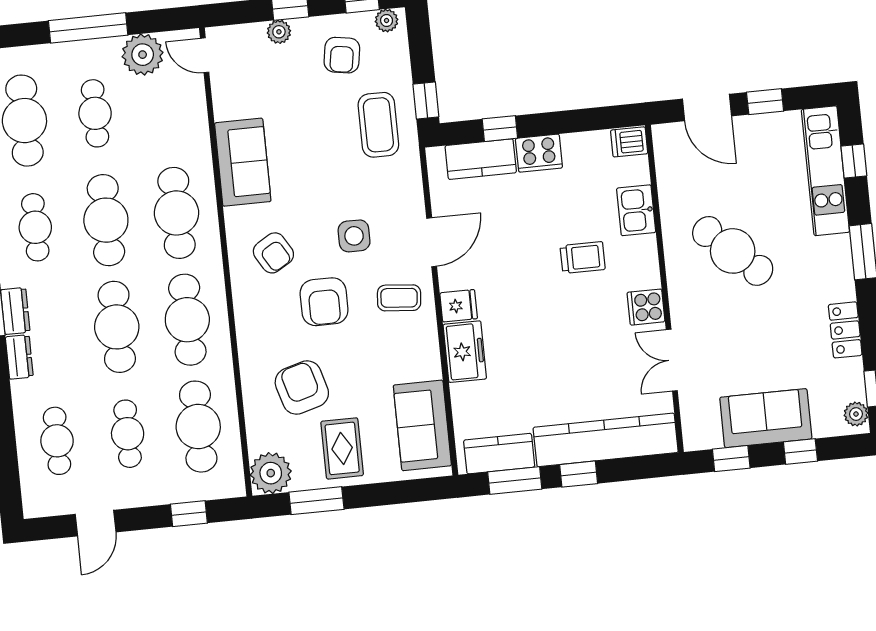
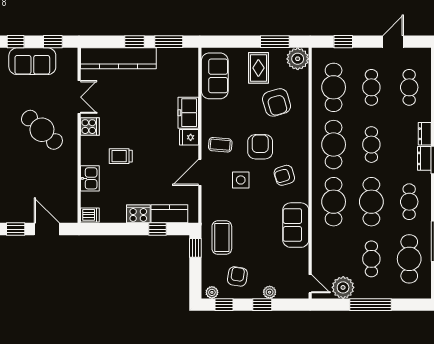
cafe table: (733, 251) -> (42, 130), moved
armchair: (273, 253) -> (284, 175), turned -76
cafe table: (117, 327) -> (371, 145), width x0.73, depth x0.74
kitchen counter: (499, 454) -> (176, 57), removed

